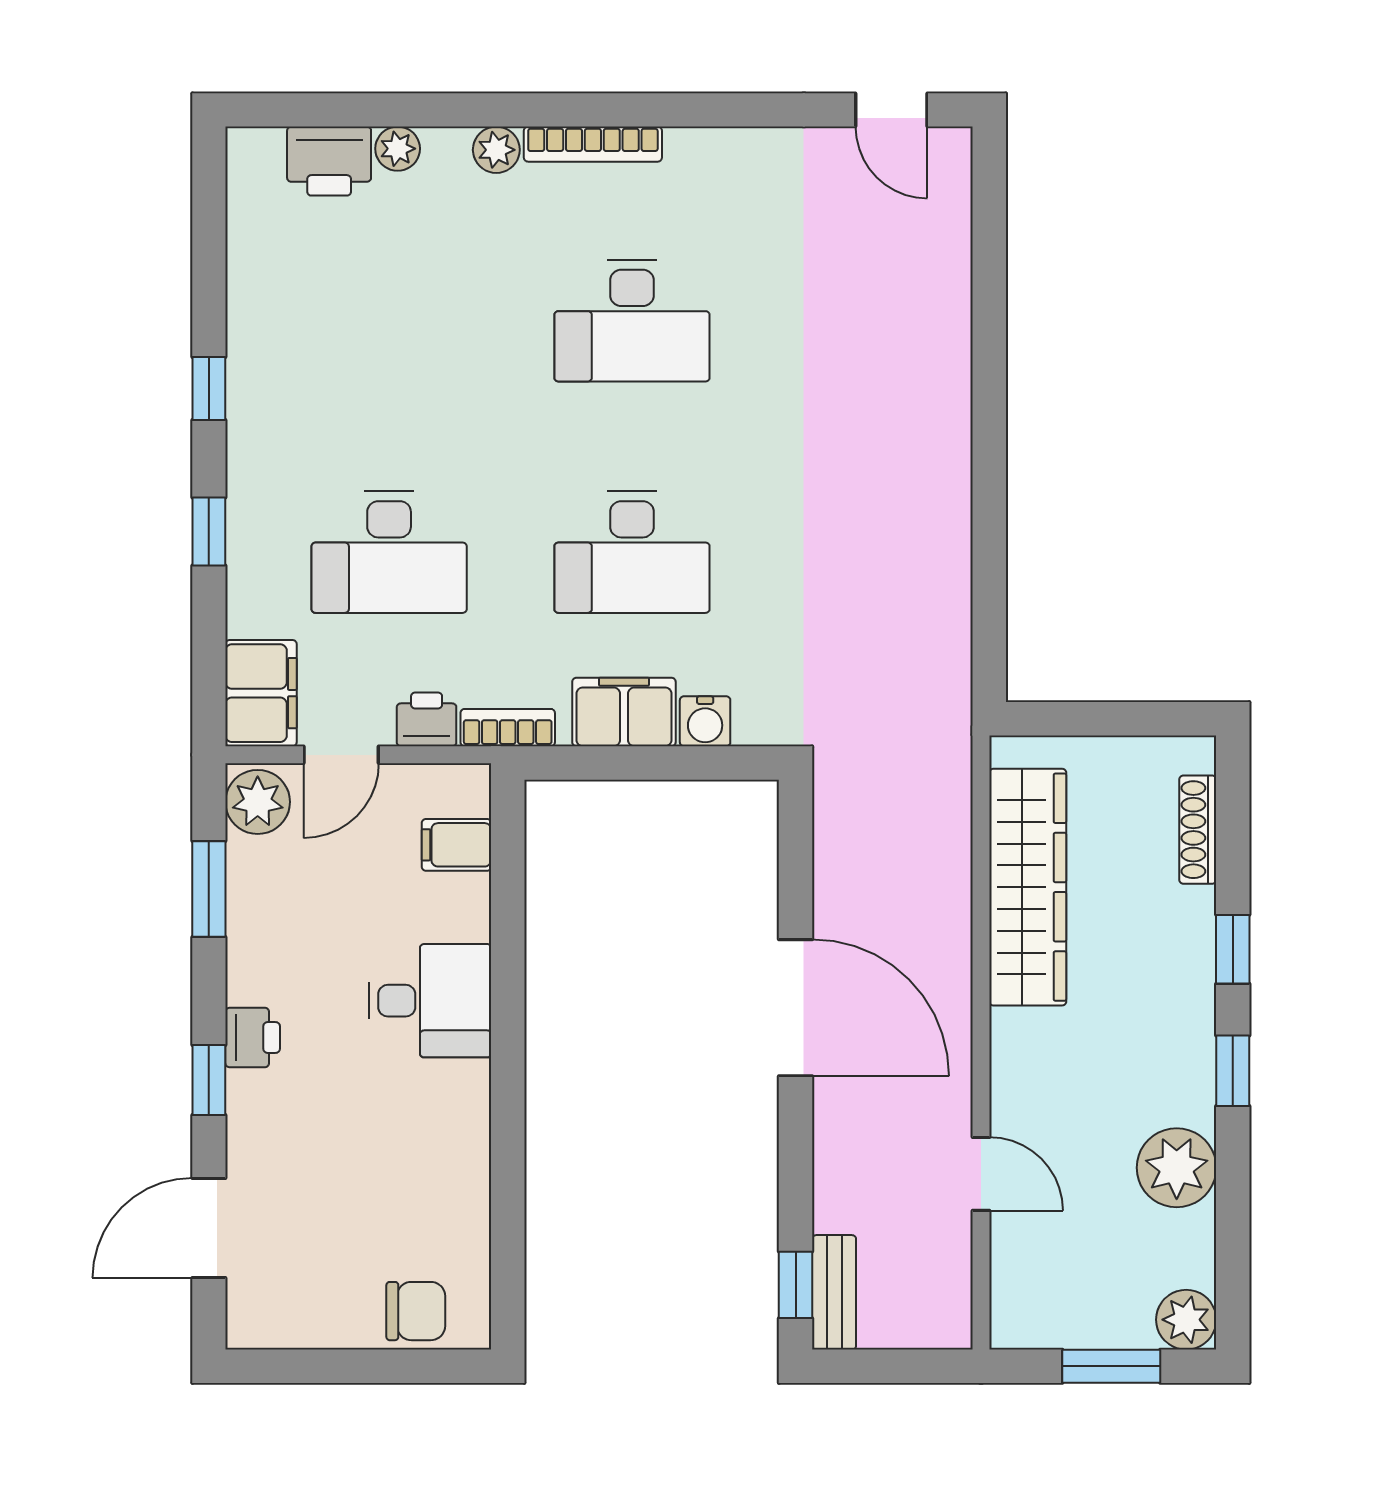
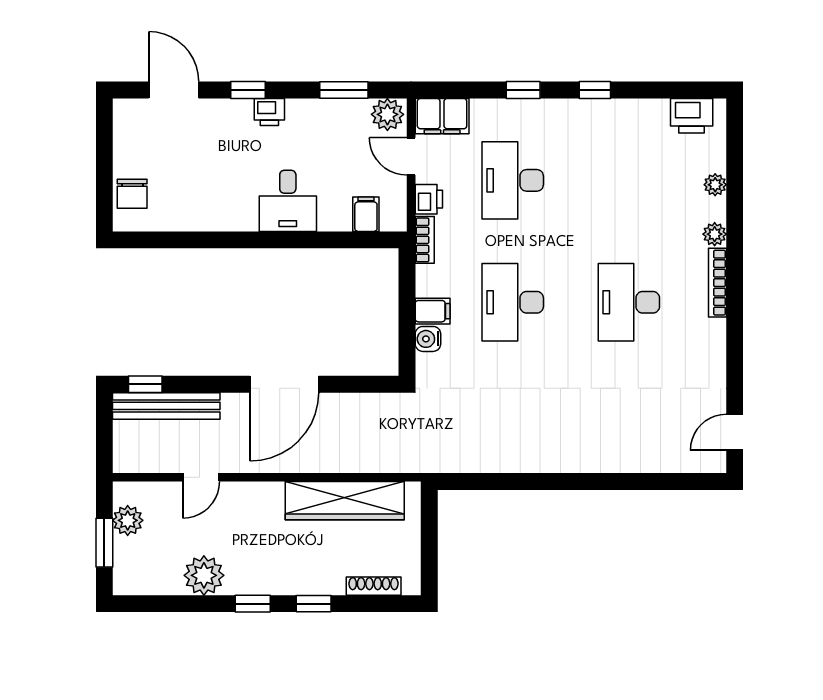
printer: (329, 161) -> (692, 116), moved, turned -90
filing cabinet: (624, 712) -> (433, 311), width x0.50
bench: (834, 1292) -> (166, 406), width x1.86, depth x1.21
plant: (1186, 1320) -> (128, 520), moved

